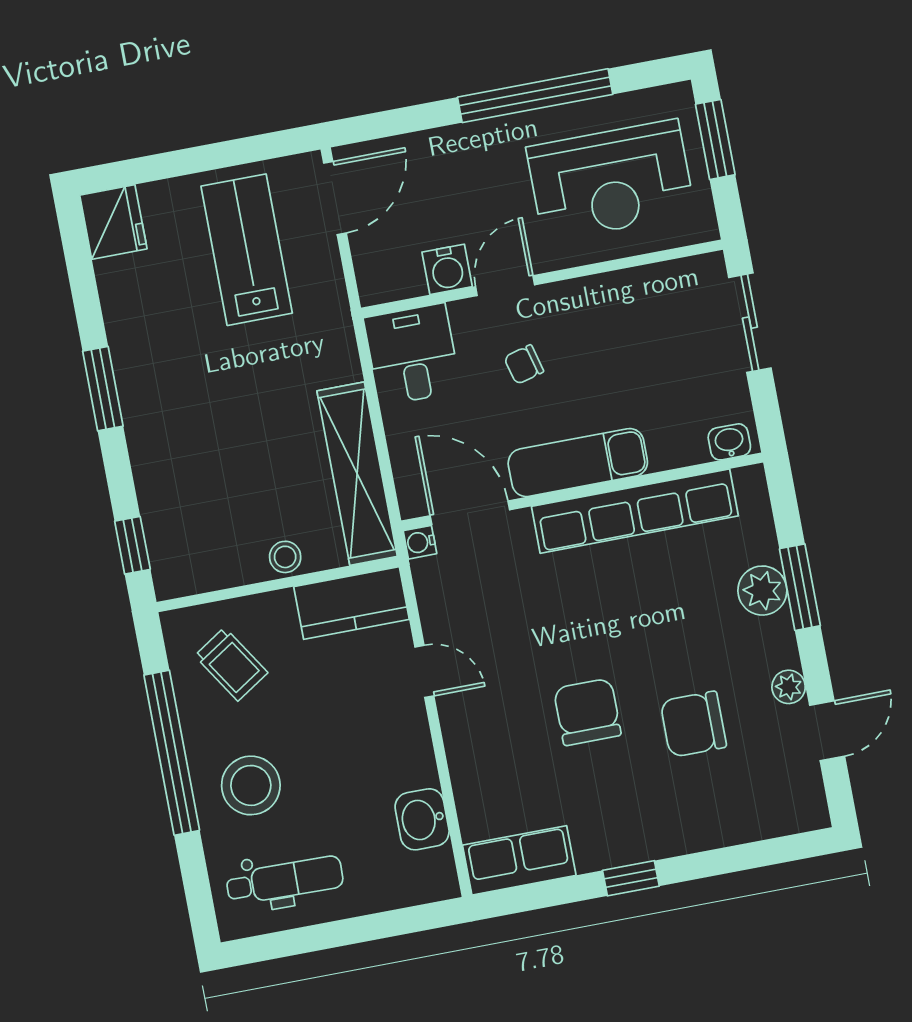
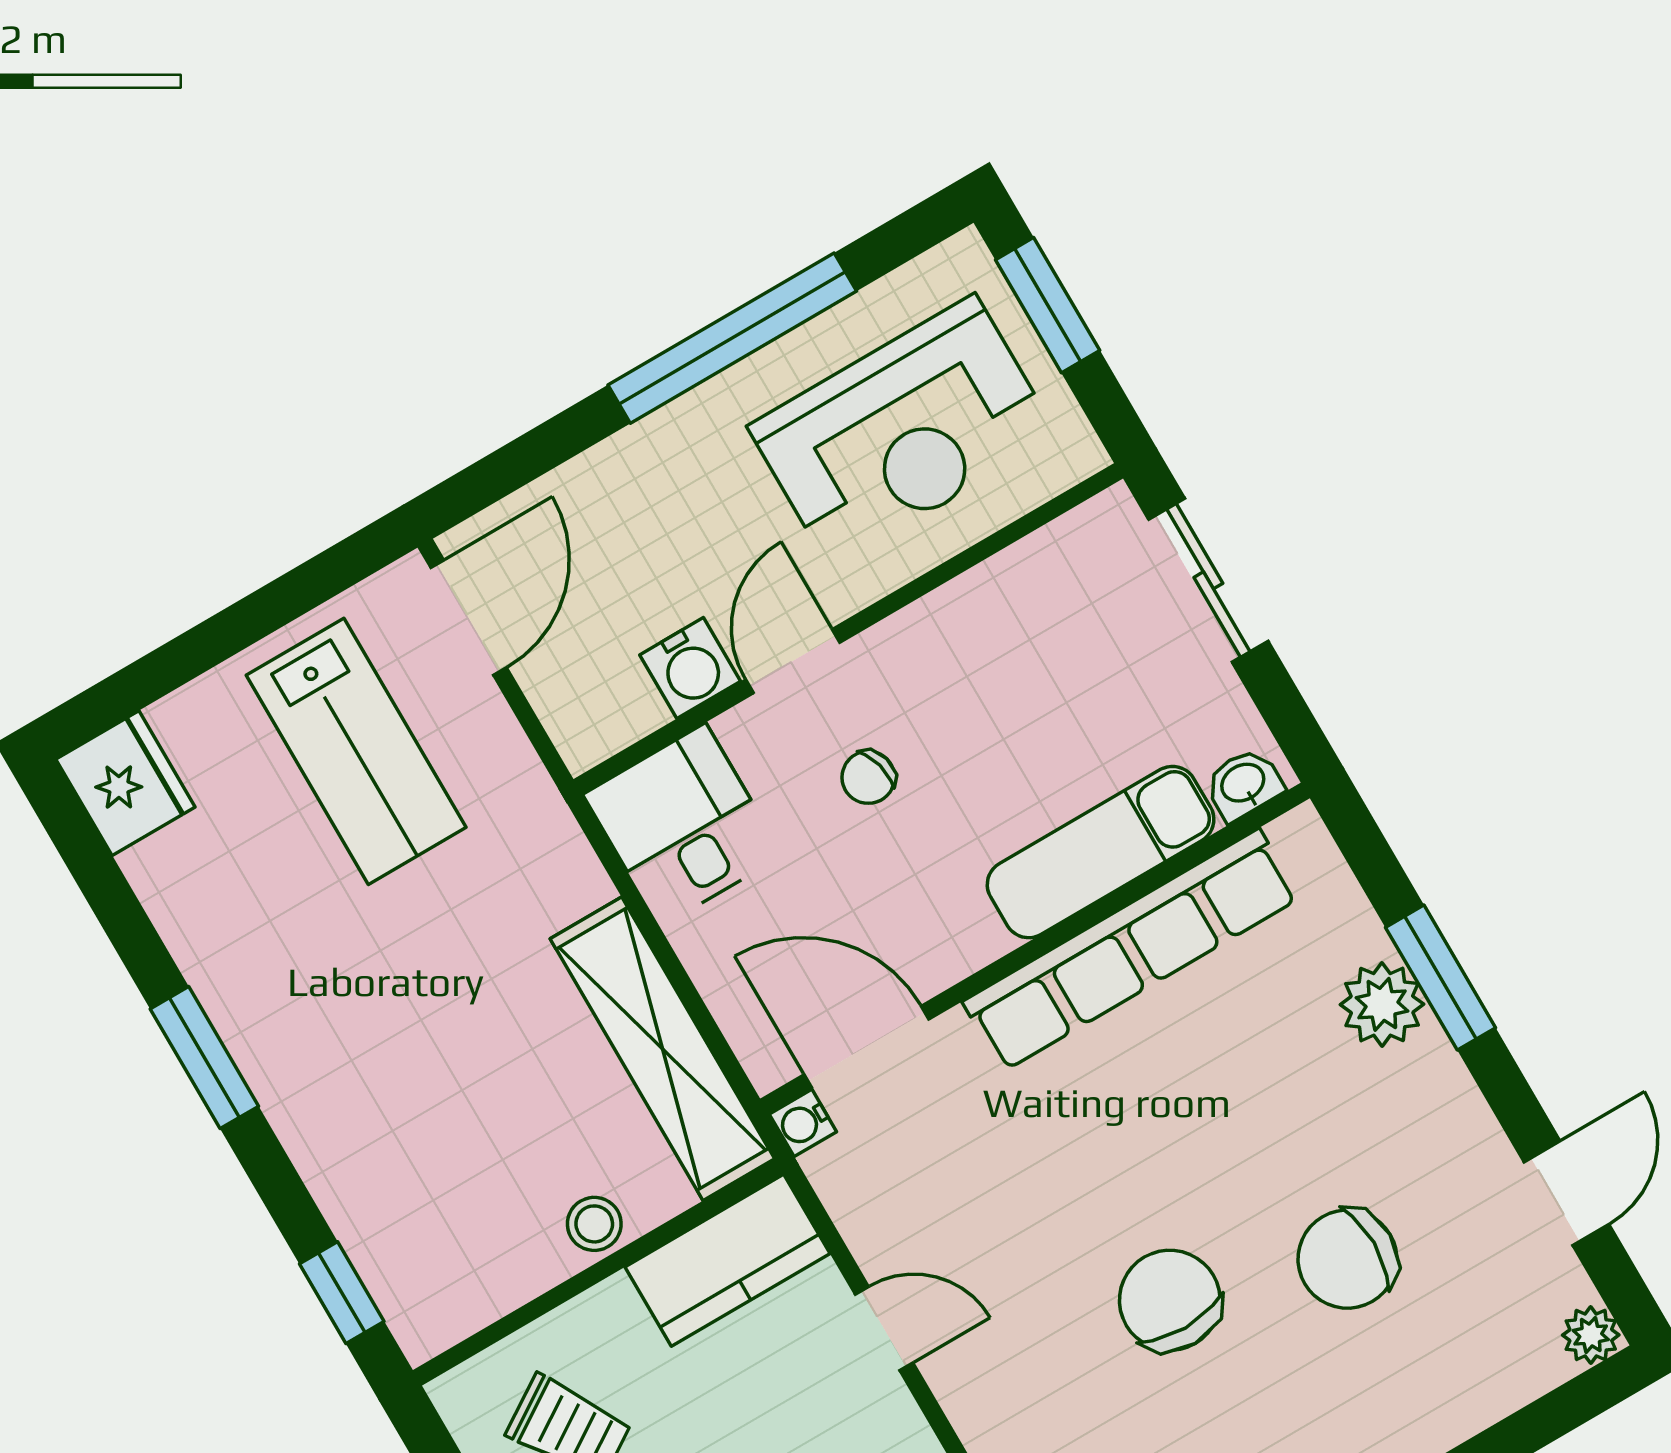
lab bench: (247, 250) -> (356, 751), turned 180
exam couch: (578, 463) -> (1101, 852), moved
plant: (789, 687) -> (1591, 1335), moved

